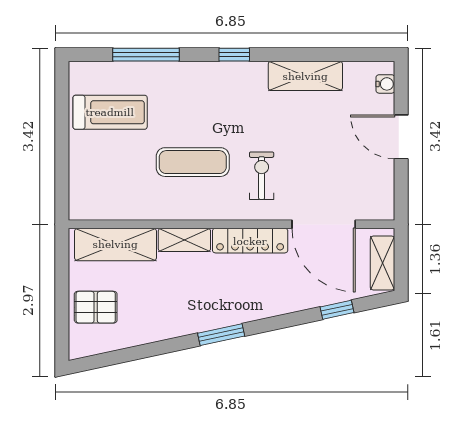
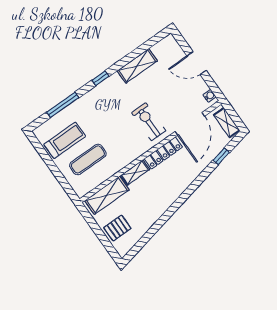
water cooler: (385, 84) -> (210, 96), moved
exercise mat: (193, 162) -> (88, 159), moved
exercise bike: (262, 176) -> (149, 122), width x1.38, depth x1.39
door: (324, 224) -> (190, 124), hinge flipped
window: (221, 335) -> (179, 202), removed

